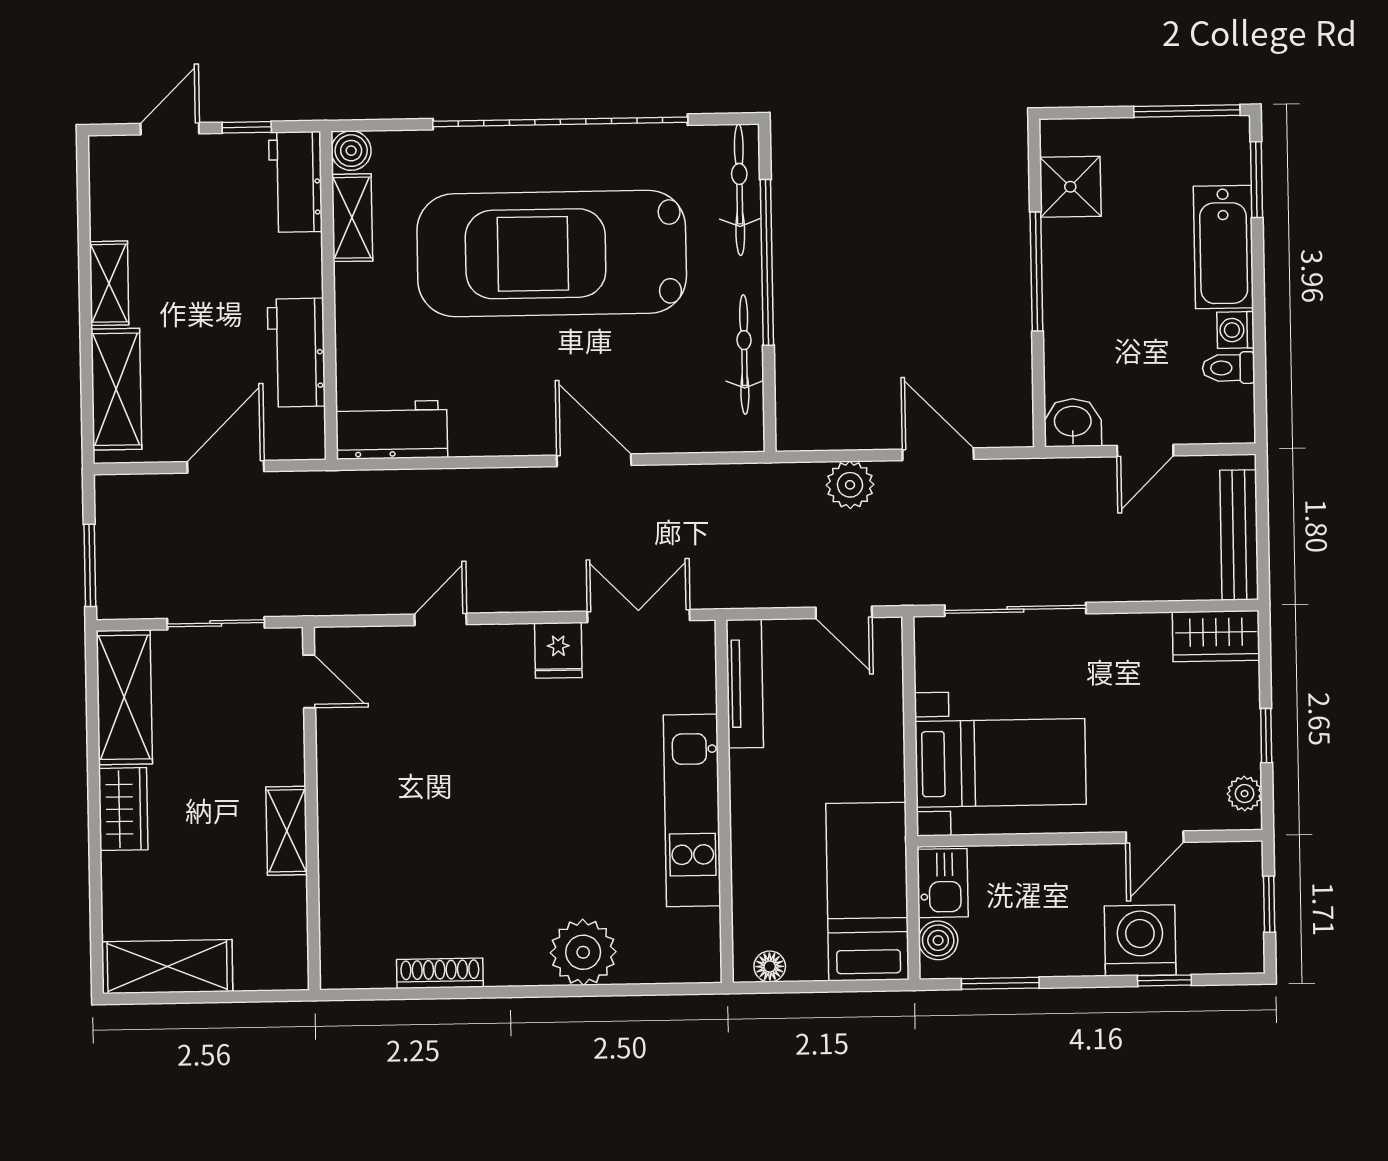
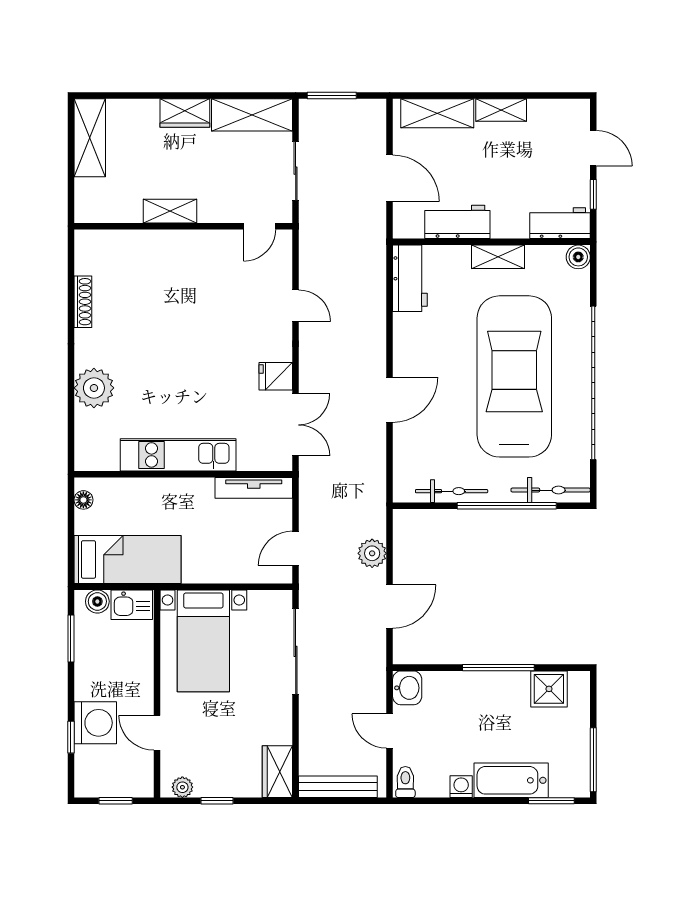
shelving: (352, 218) -> (498, 257), moved
toilet: (1229, 368) -> (405, 782), moved

